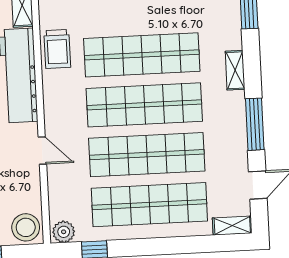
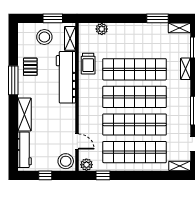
shelving: (235, 70) -> (186, 69), moved
door: (42, 150) -> (77, 141), moved

